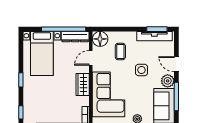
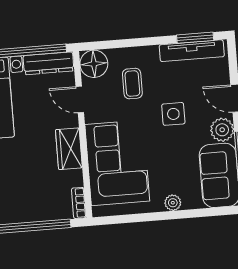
door: (91, 58) -> (80, 99), hinge flipped

